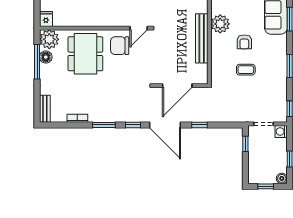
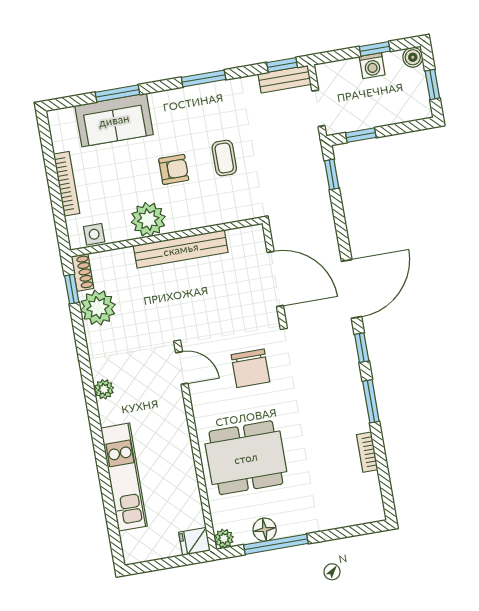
plant: (49, 39) -> (224, 539), width x0.53, depth x0.53
chair: (120, 46) -> (250, 368), moved
bench: (45, 109) -> (285, 79), moved
window: (200, 125) -> (332, 174), moved
washing machine: (281, 132) -> (372, 66), moved

